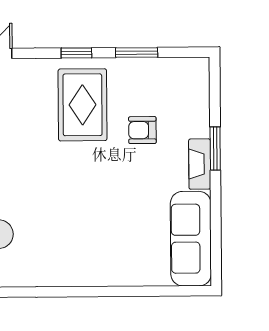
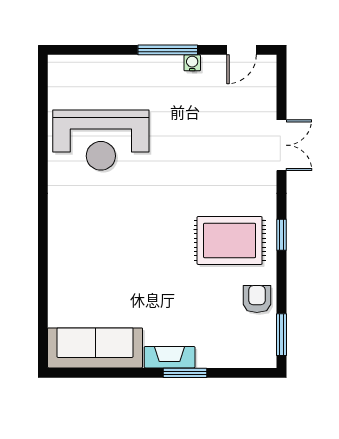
window: (137, 53) -> (281, 335), moved
armchair: (142, 130) -> (257, 299), moved

